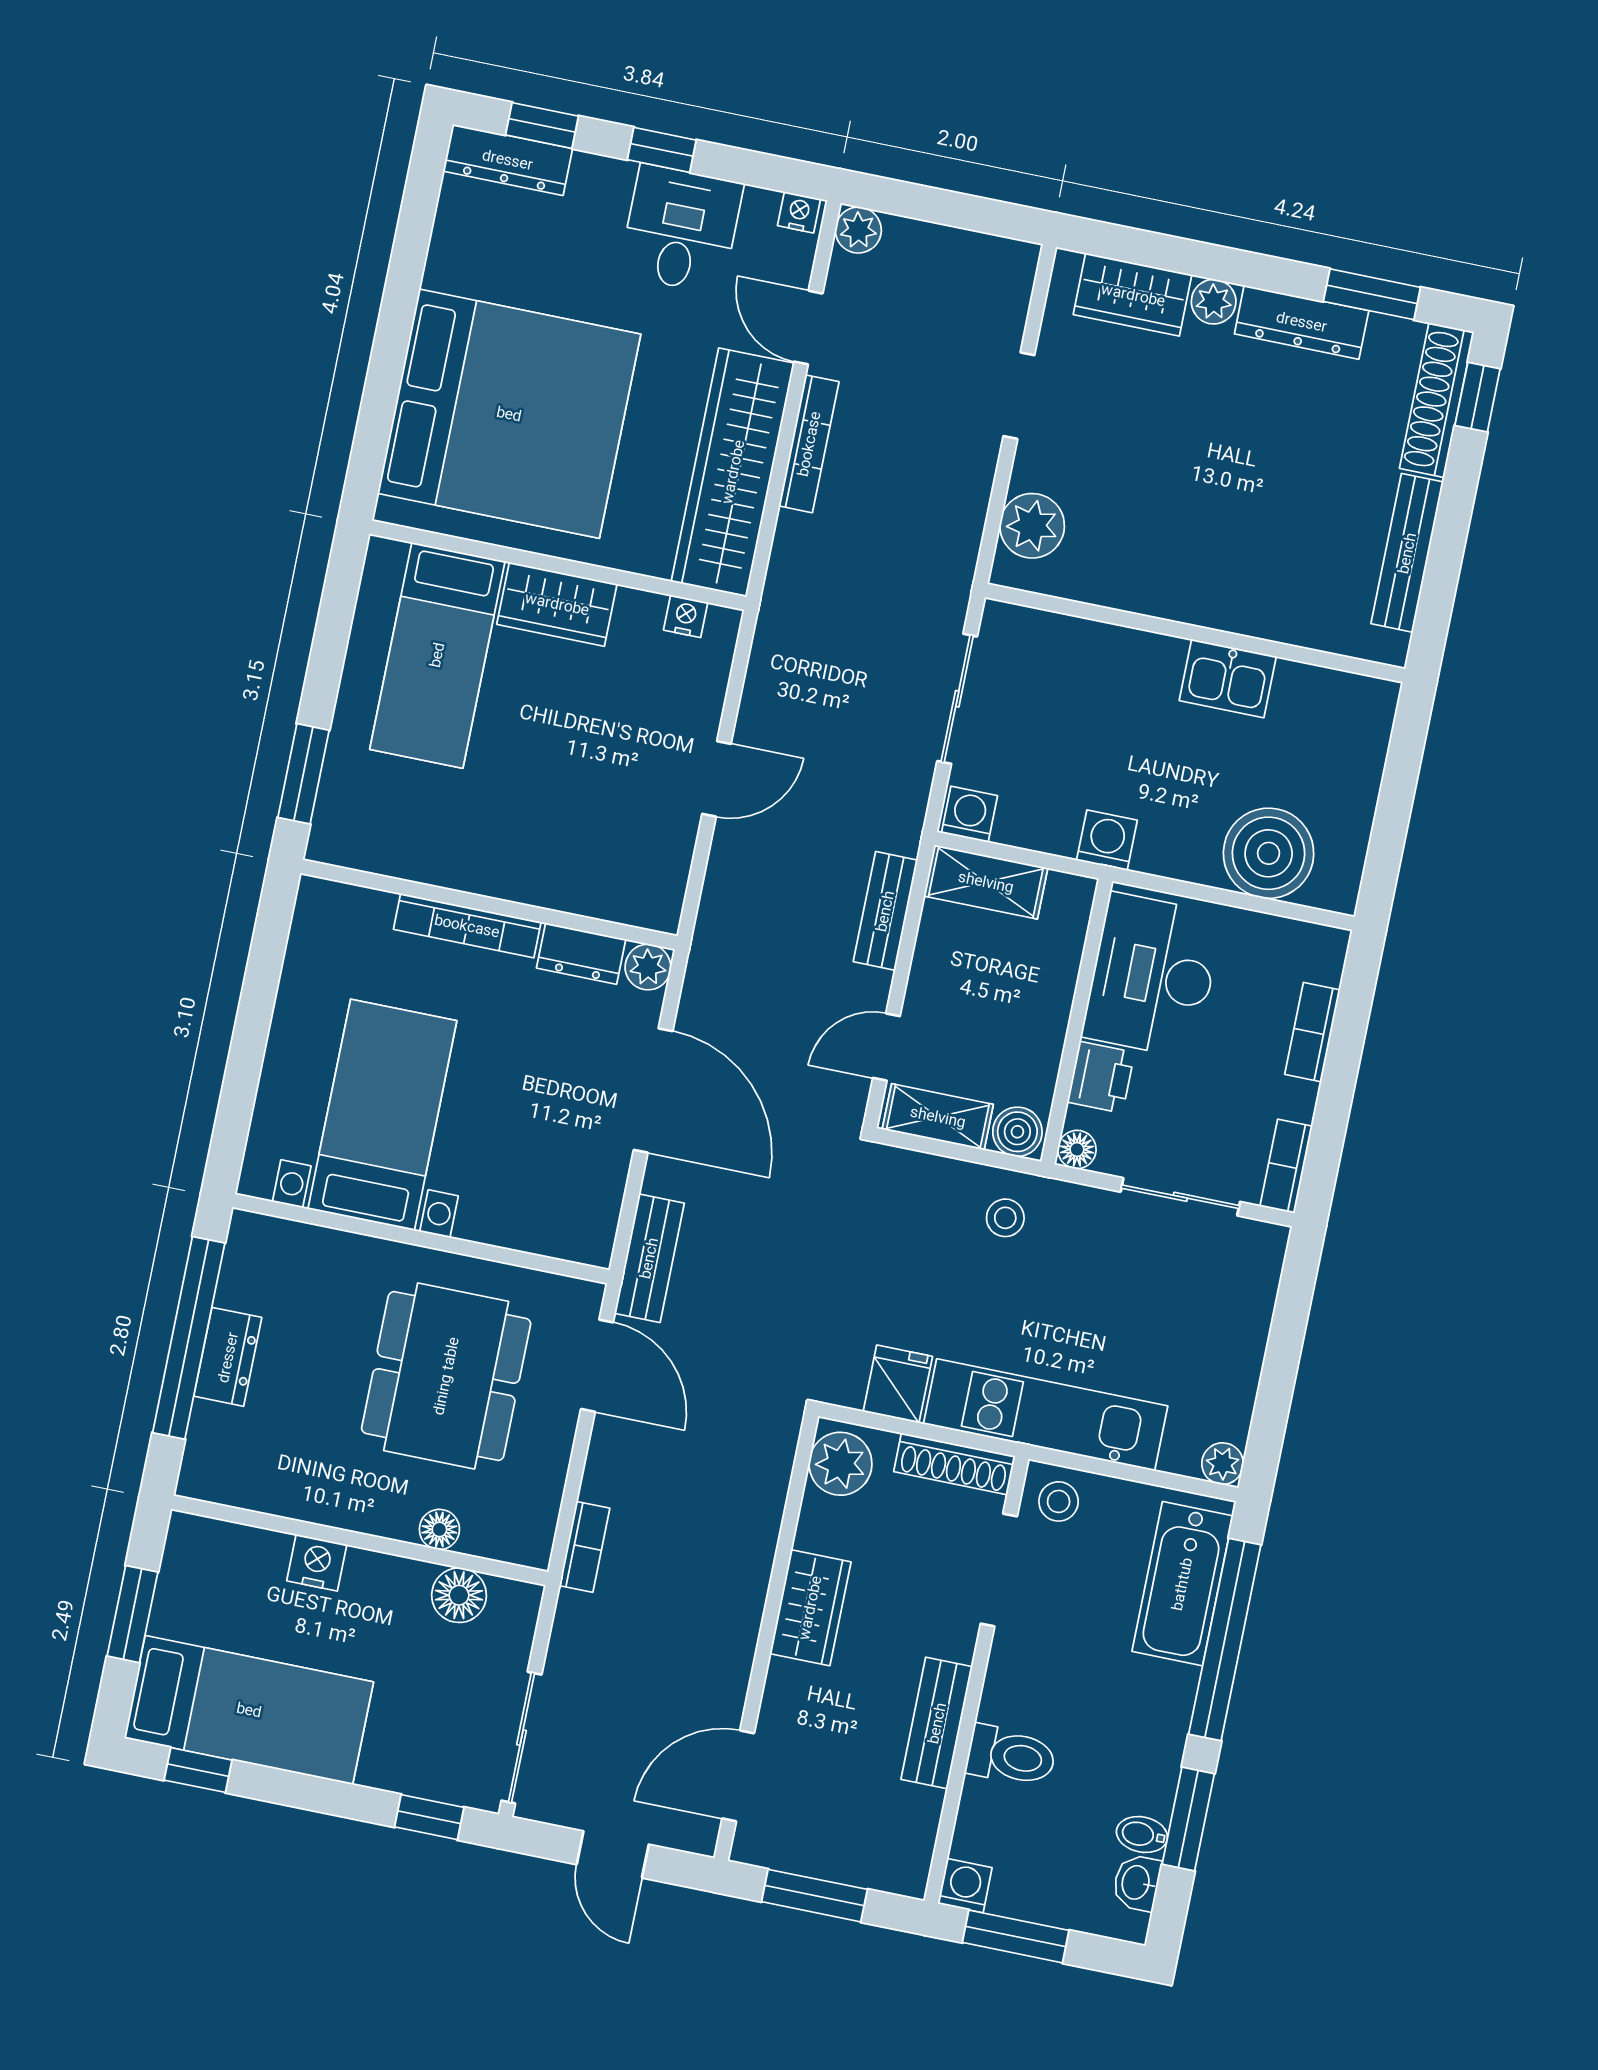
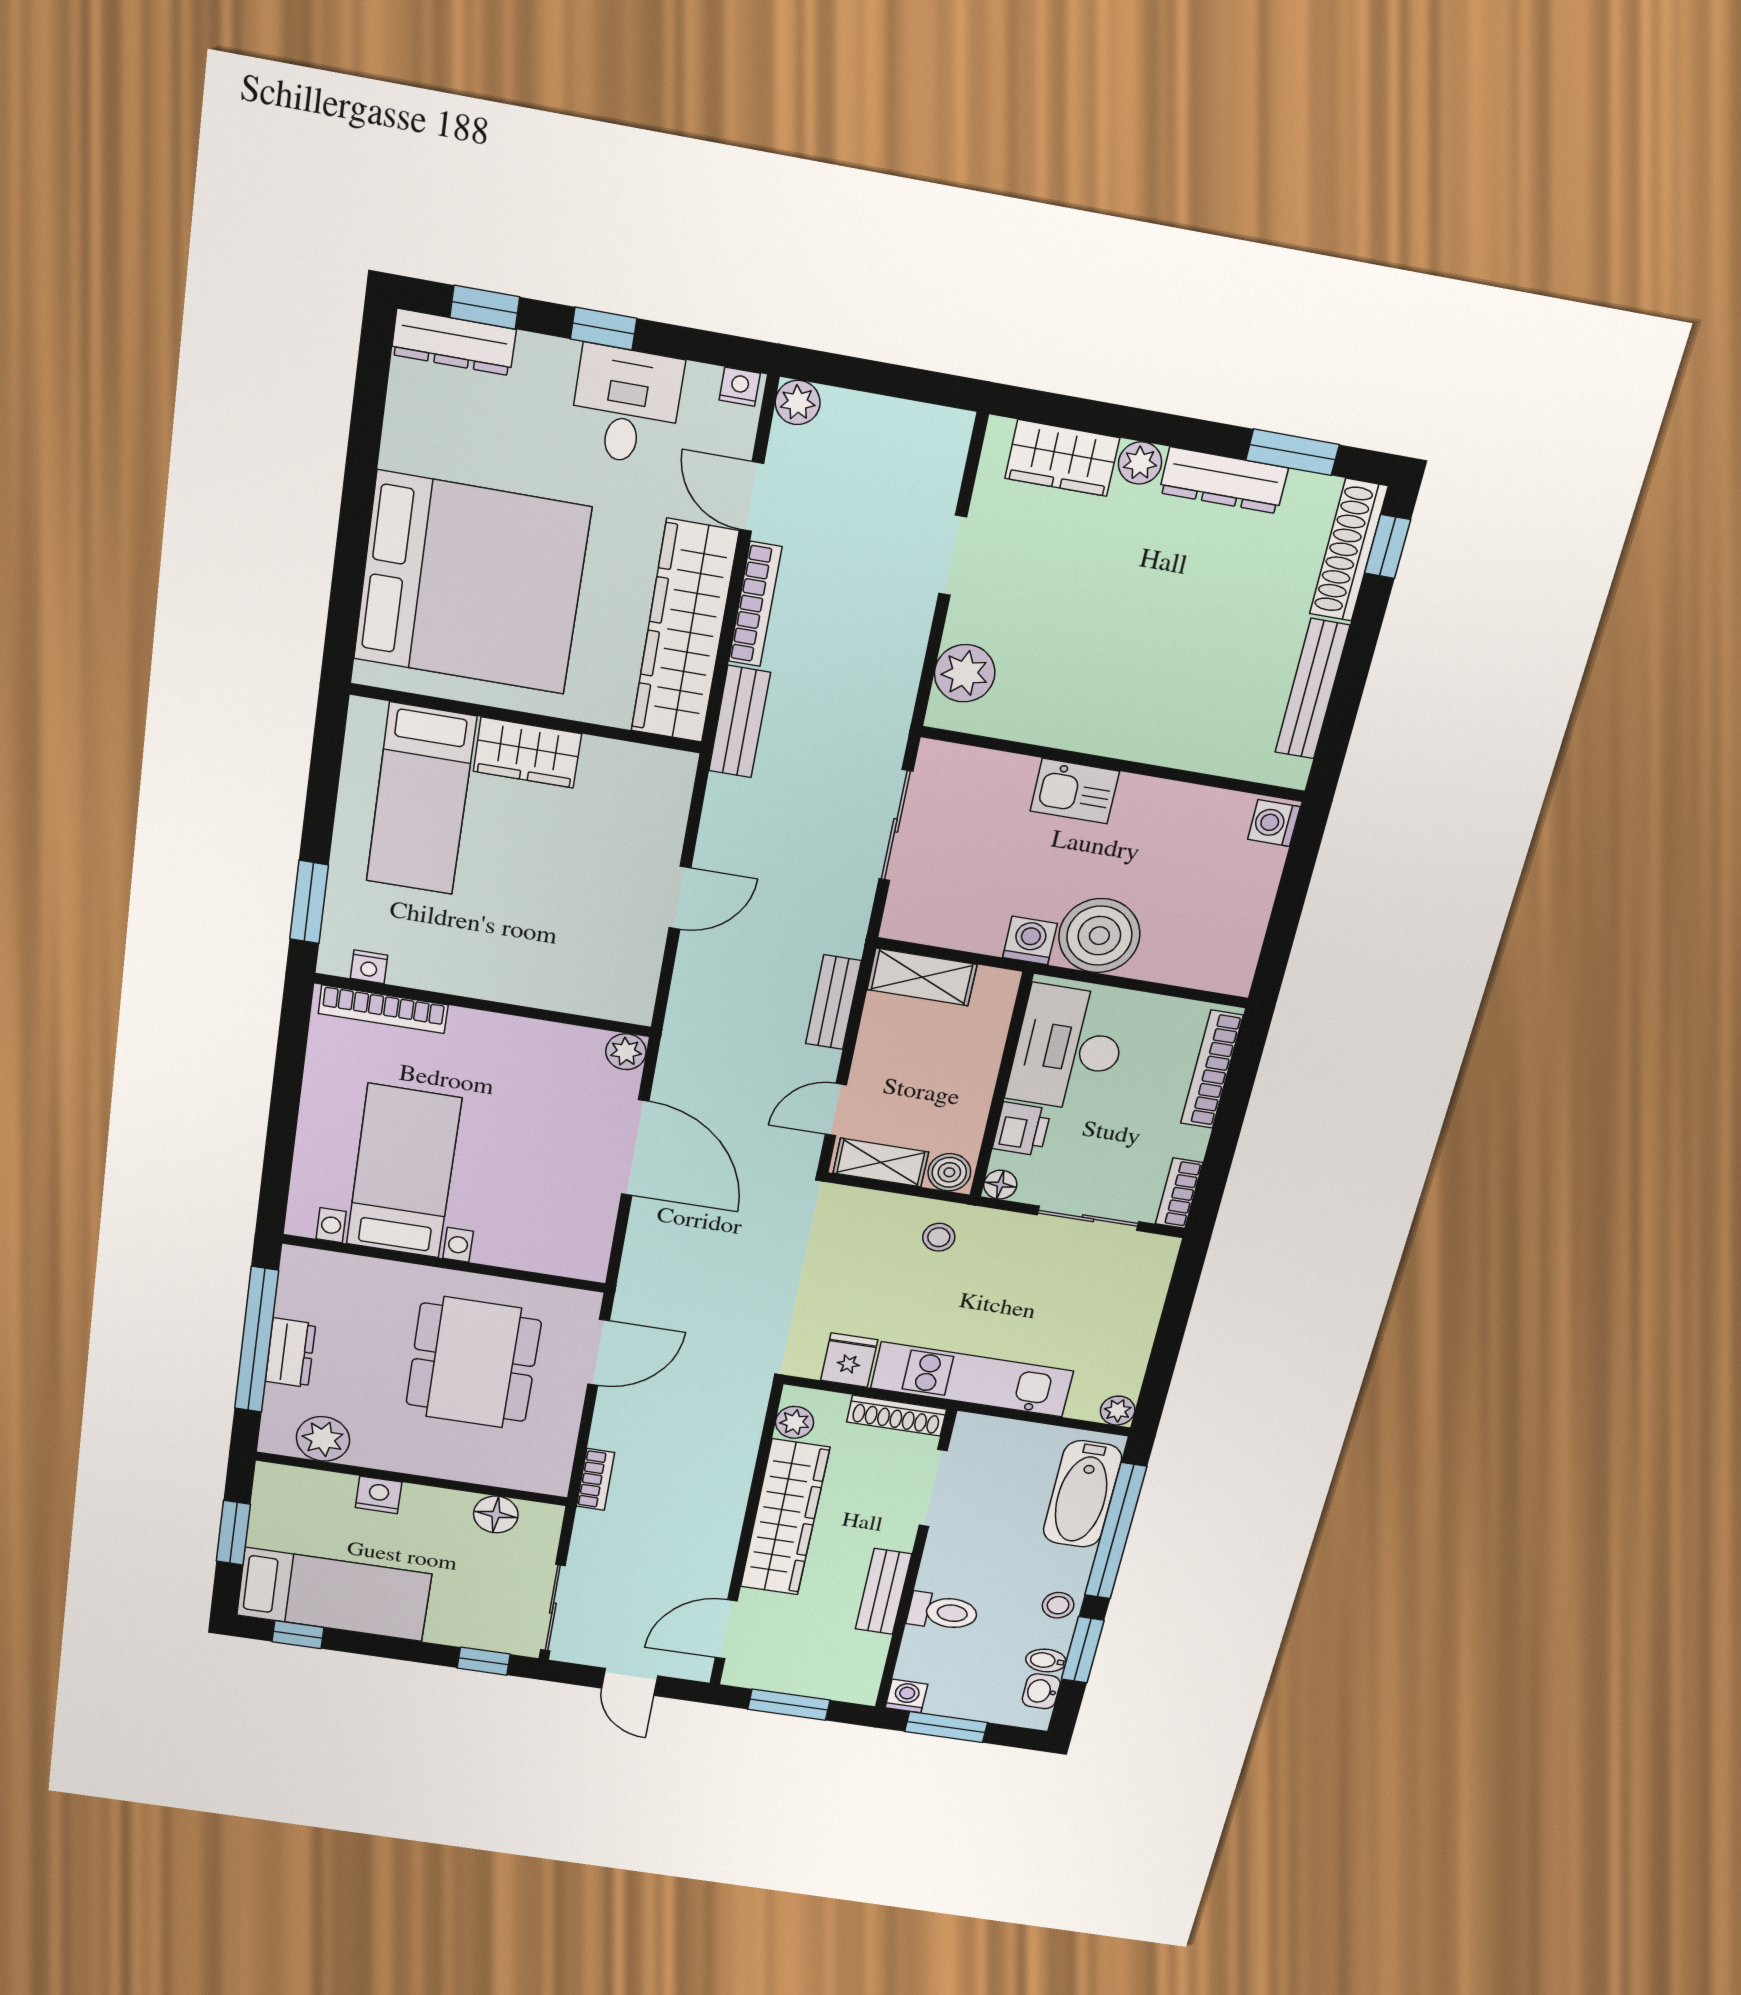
nightstand: (686, 616) -> (369, 967), moved, turned 180
kitchen sink: (1228, 679) -> (1075, 791), moved
washing machine: (969, 814) -> (1274, 823), moved, turned -90
boiler: (1269, 853) -> (1099, 936), moved
bookcase: (467, 926) -> (383, 1009), moved
dresser: (581, 954) -> (567, 1042), removed
bookcase: (1312, 1032) -> (1212, 1069), width x1.56
bench: (649, 1258) -> (739, 722), moved
door: (597, 1366) -> (599, 1352), hinge flipped
plant: (840, 1464) -> (795, 1422), width x0.73, depth x0.73
plant: (256, 1480) -> (323, 1439), added
stool: (1059, 1501) -> (1058, 1605), moved
floor lamp: (439, 1529) -> (476, 1470), removed
wardrobe: (810, 1608) -> (785, 1518), width x2.10, depth x1.17

